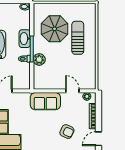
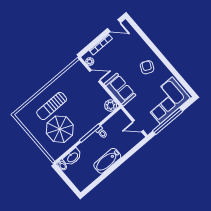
washbasin: (25, 39) -> (72, 157), moved
plant: (39, 59) -> (111, 106), moved
door: (72, 91) -> (95, 76), swing flipped
armchair: (67, 132) -> (147, 67), moved

